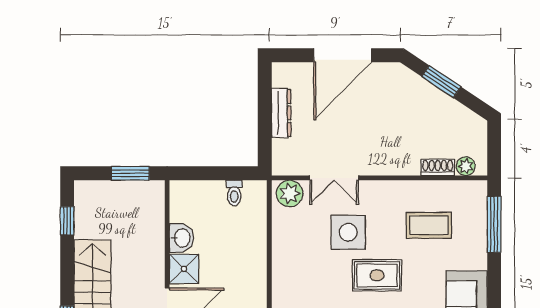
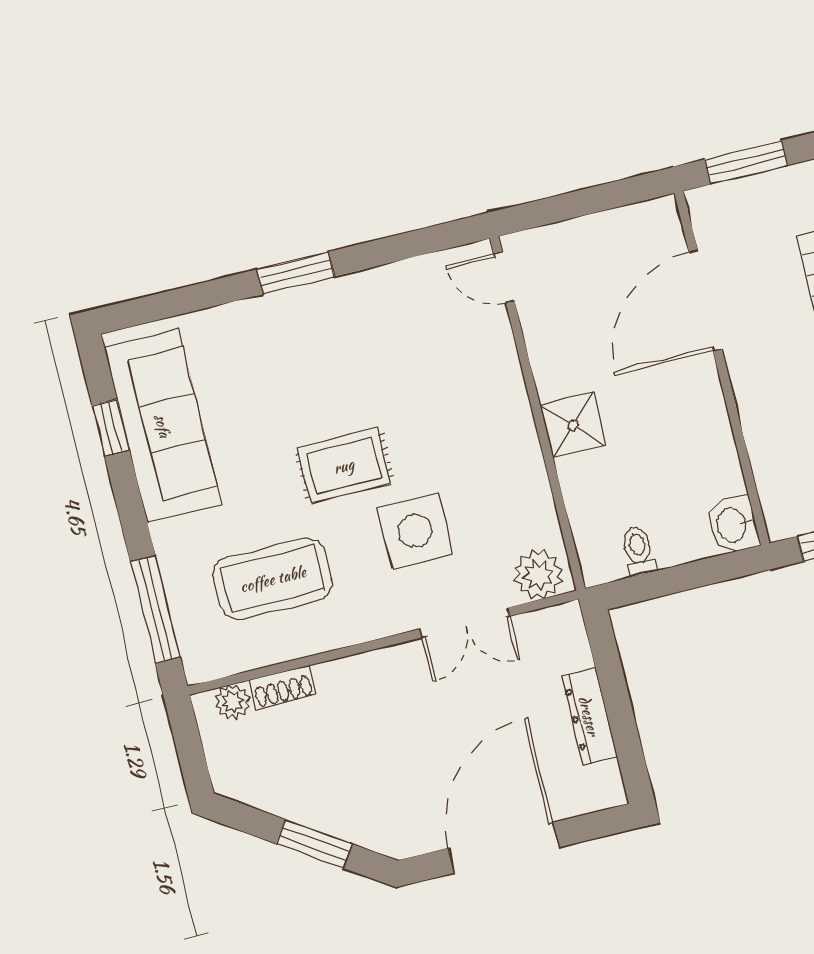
double door: (334, 178) -> (465, 623), swing flipped
coffee table: (429, 225) -> (273, 579), width x1.36, depth x1.32
washbasin: (182, 238) -> (733, 525), moved
shower: (184, 269) -> (573, 425), moved

